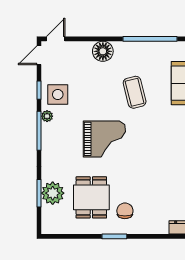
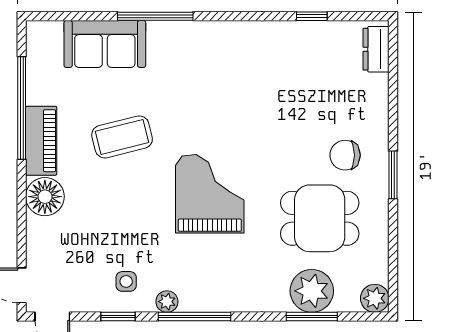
piano: (133, 49) -> (41, 141), added
side table: (58, 94) -> (126, 281), width x0.54, depth x0.54
plant: (49, 227) -> (375, 298), added

